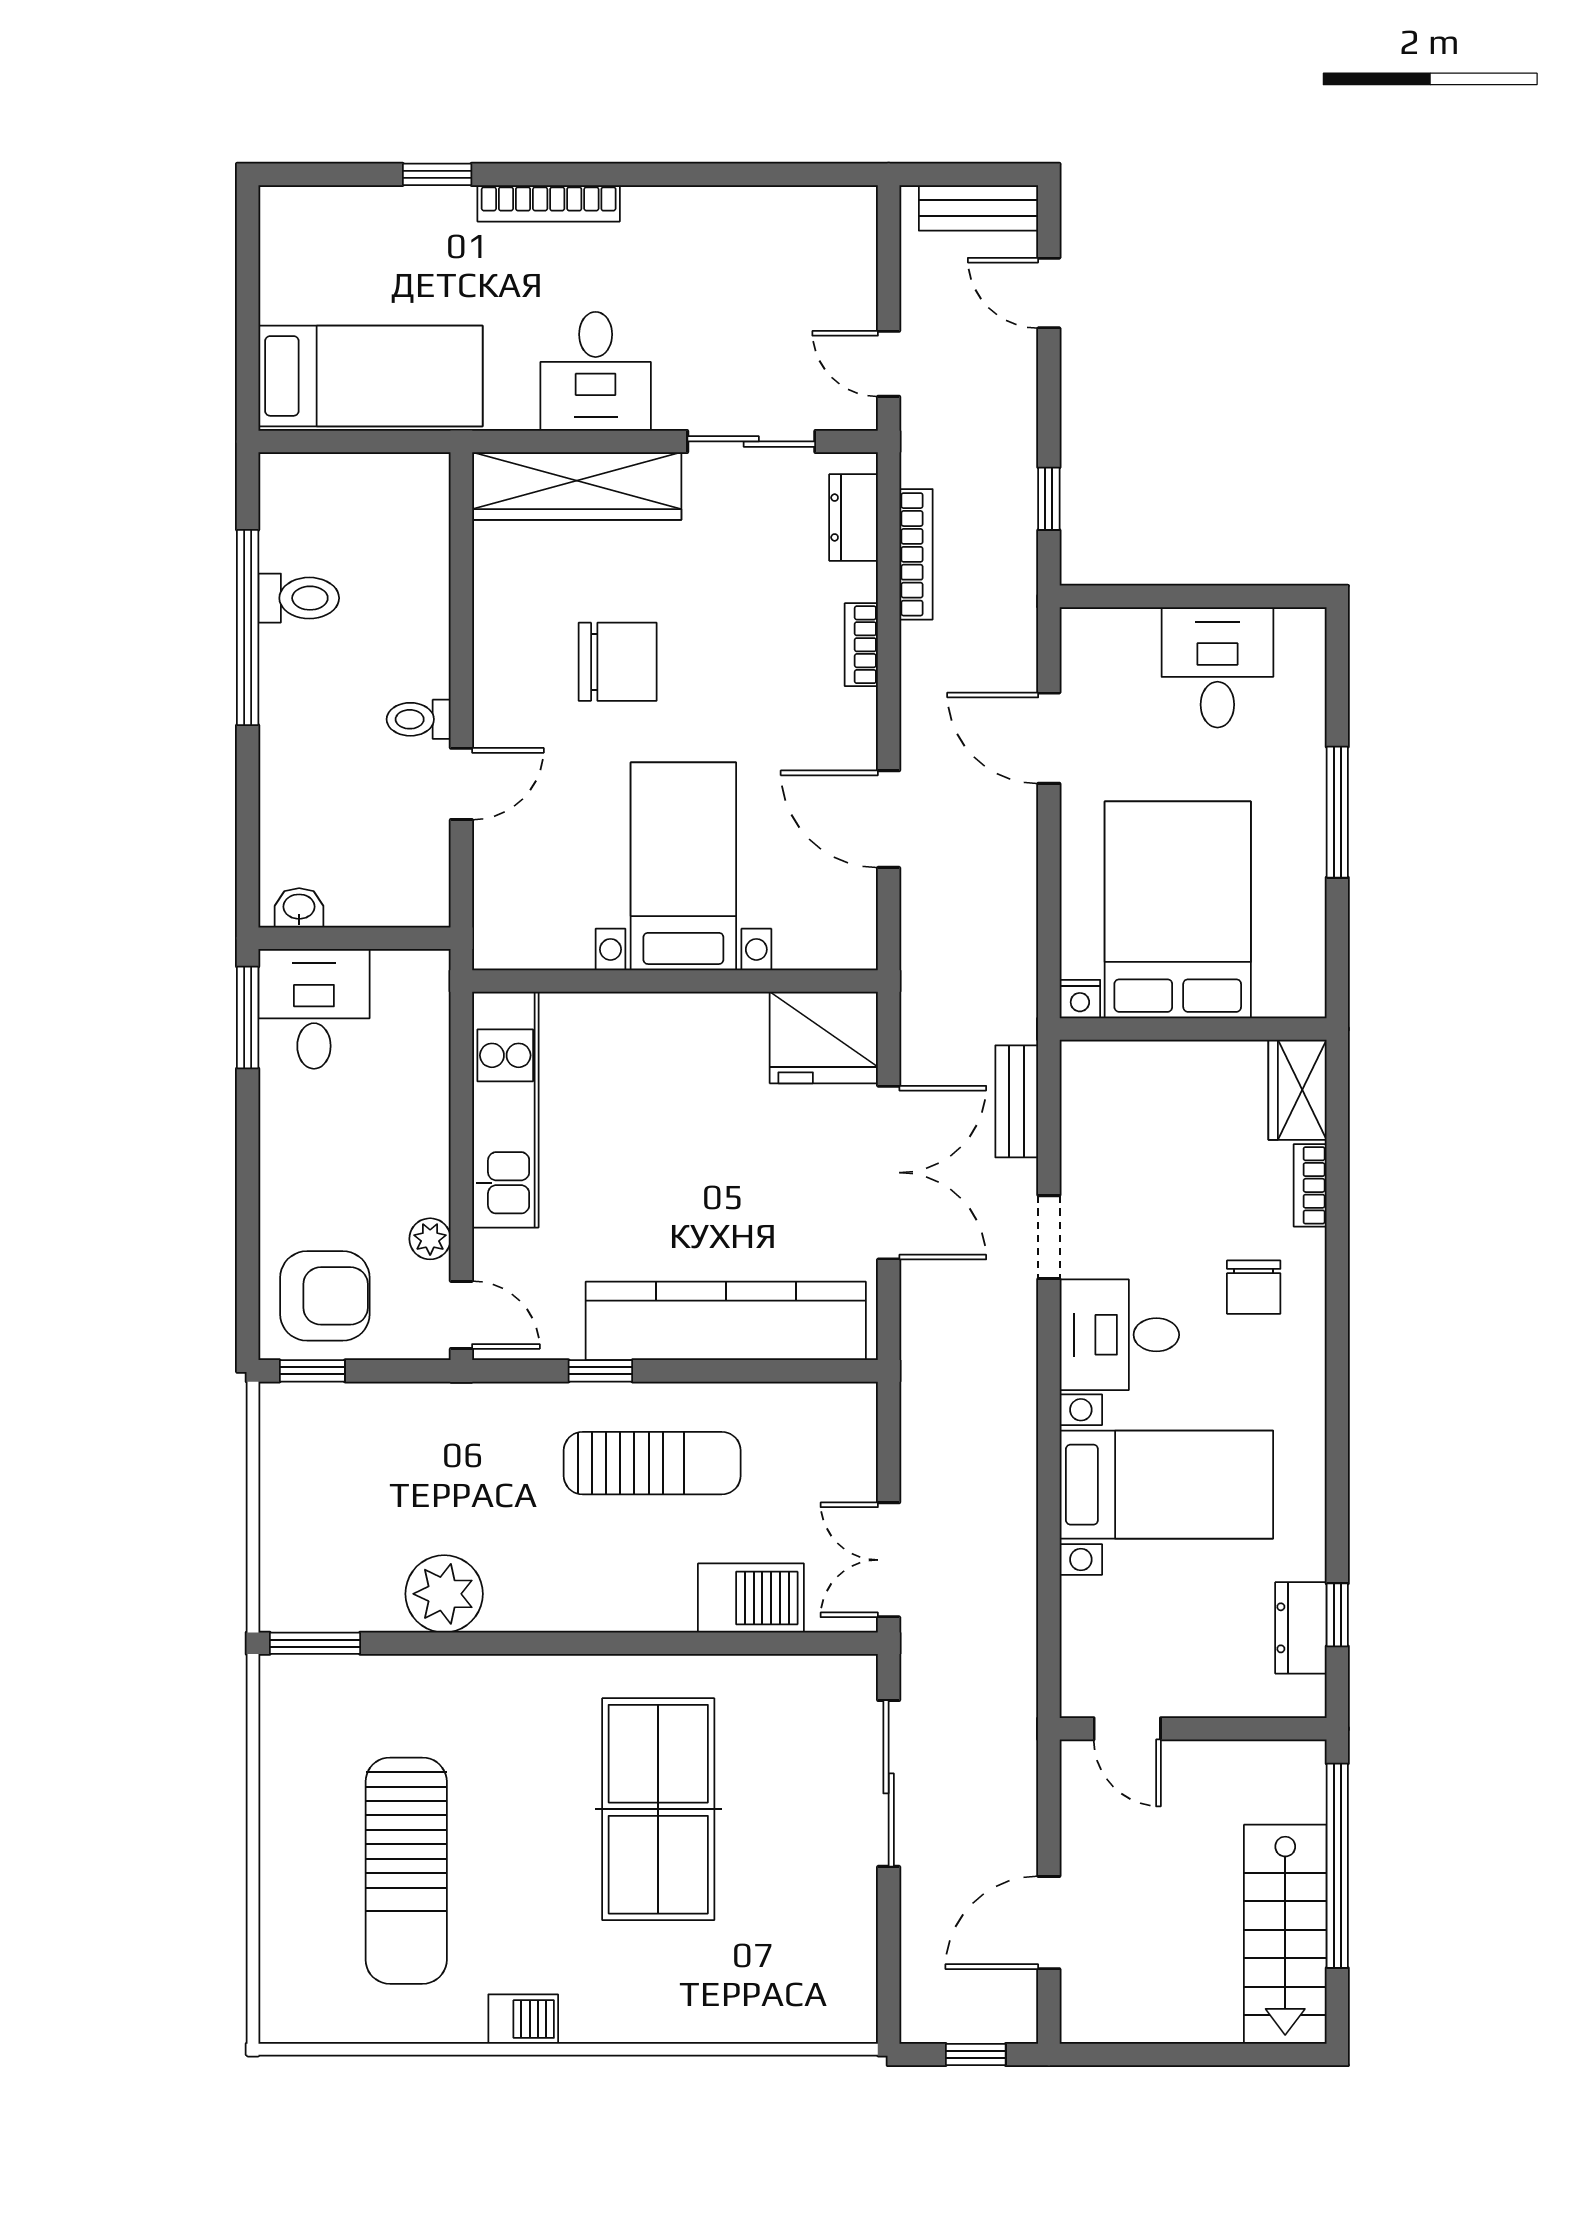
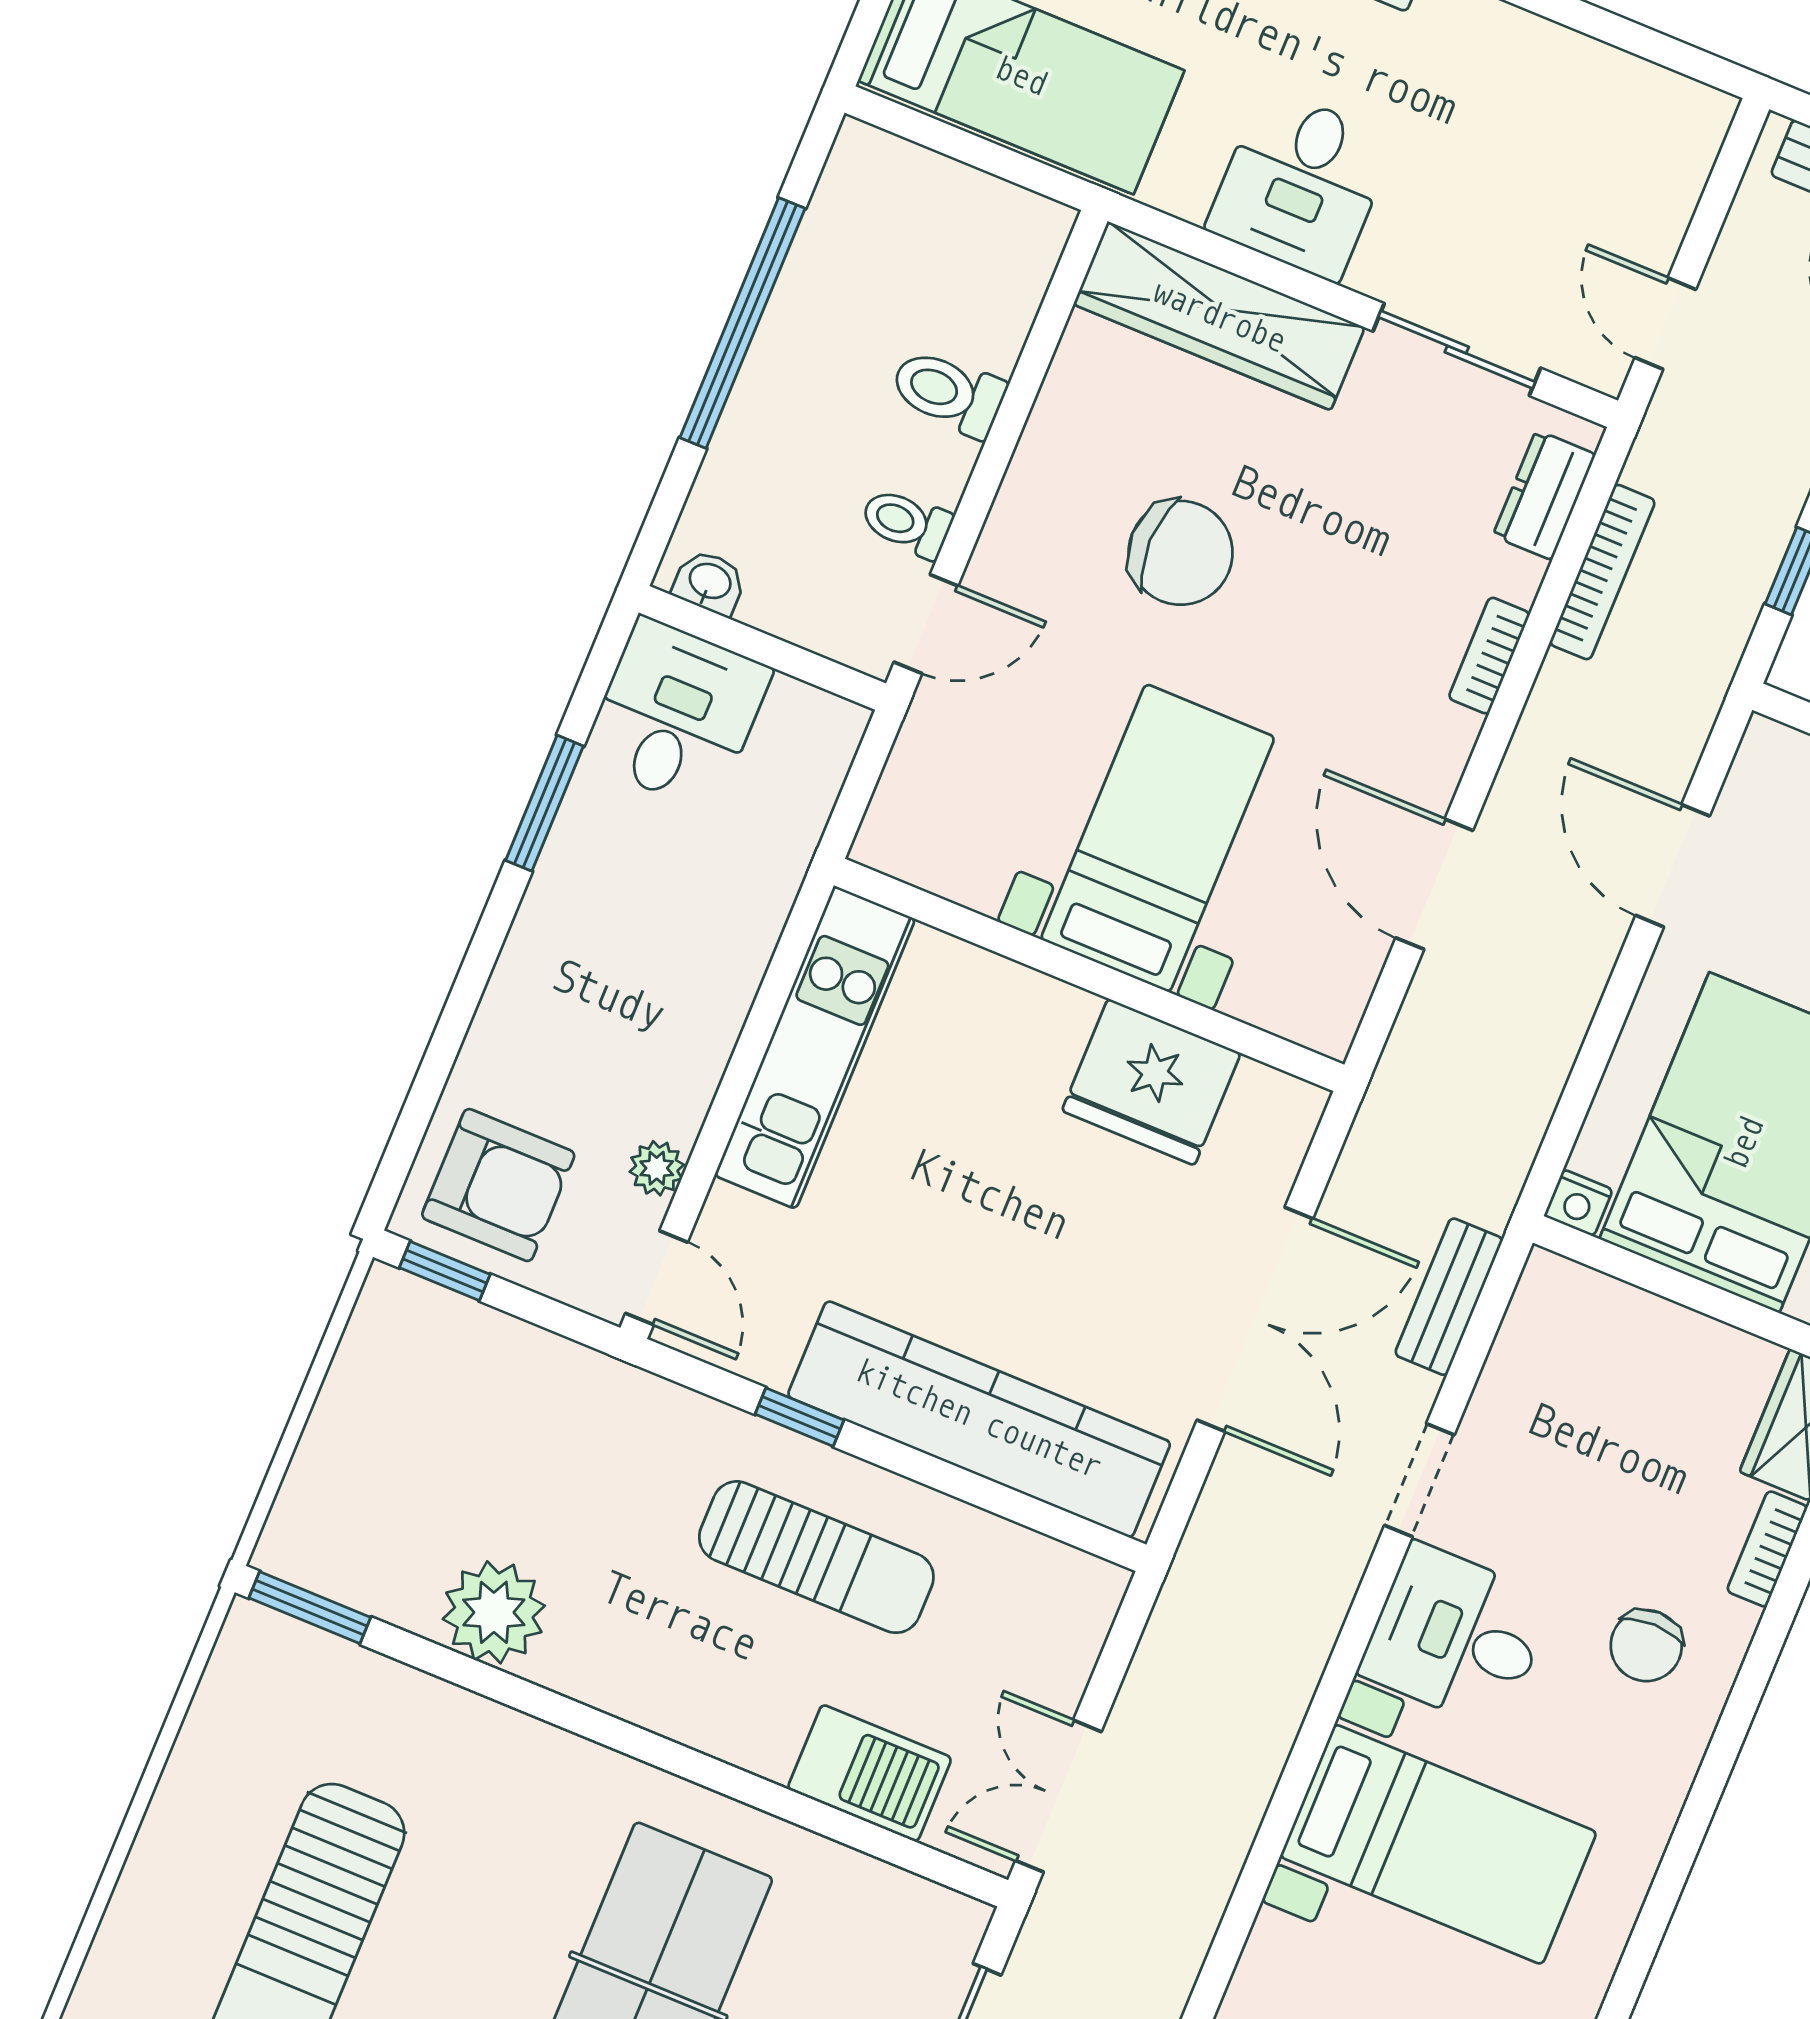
toilet: (299, 598) -> (948, 393), moved, turned 180
washbasin: (299, 908) -> (710, 582), moved
wall: (354, 938) -> (762, 648), moved
desk: (314, 1009) -> (677, 714), moved
fridge: (824, 1037) -> (1151, 1082), moved

